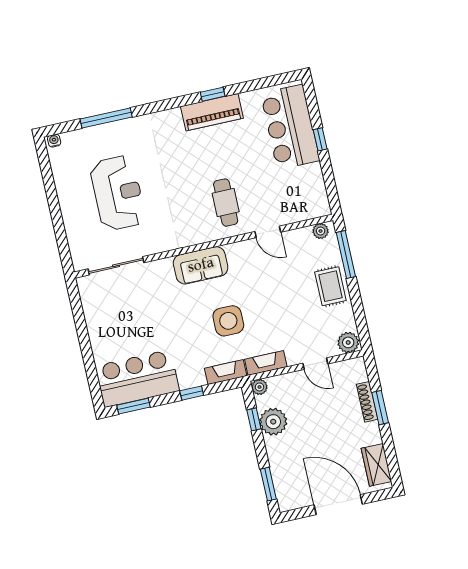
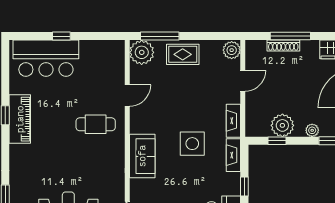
plant: (321, 231) -> (142, 52), width x1.87, depth x1.87
plant: (259, 387) -> (312, 130), moved
window: (380, 408) -> (290, 36), width x1.44

